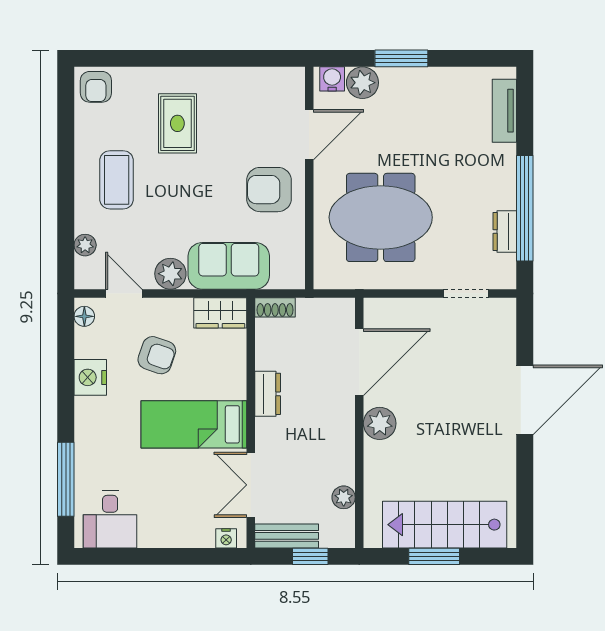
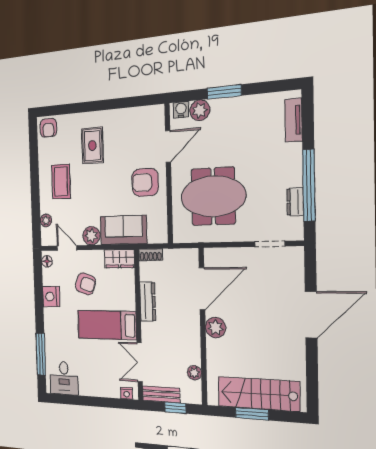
dresser: (268, 394) -> (148, 302), width x1.44

